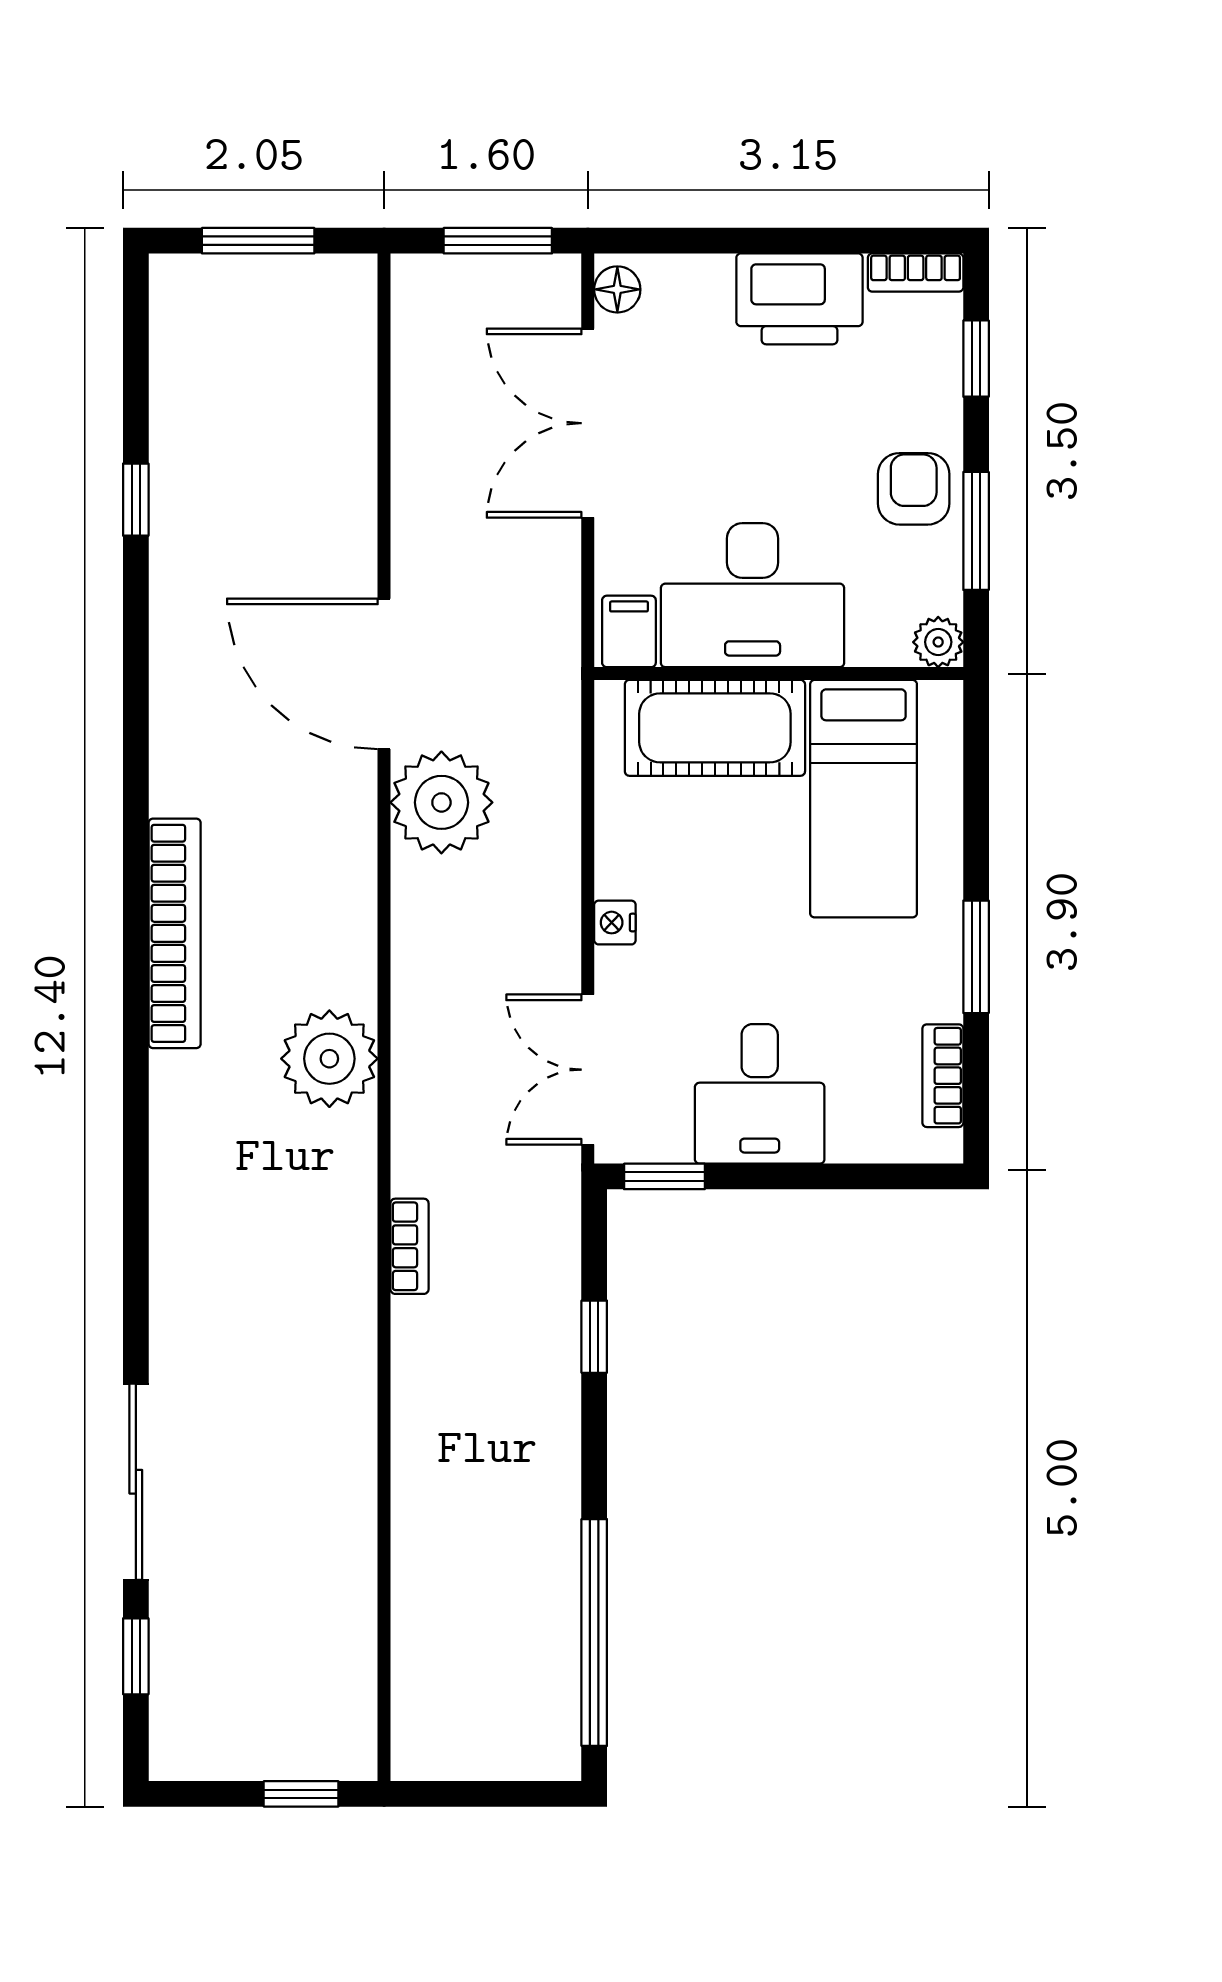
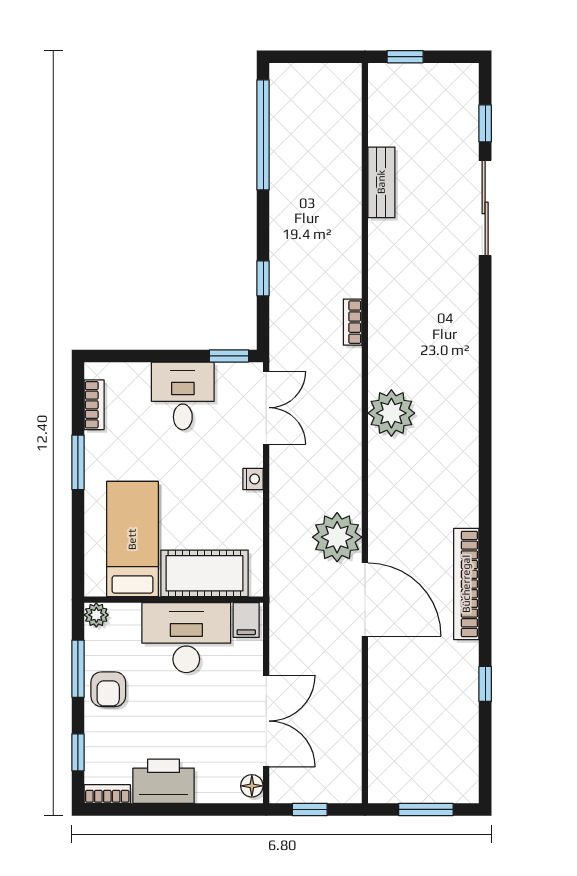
window: (498, 241) -> (310, 809), width x0.67
bookcase: (175, 933) -> (466, 584), moved
bench: (350, 1535) -> (381, 182), added

